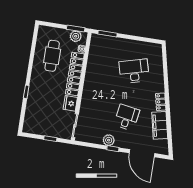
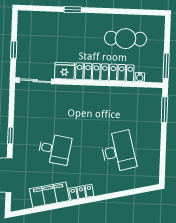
plant: (76, 36) -> (156, 67), removed
plant: (109, 140) -> (21, 128), removed

